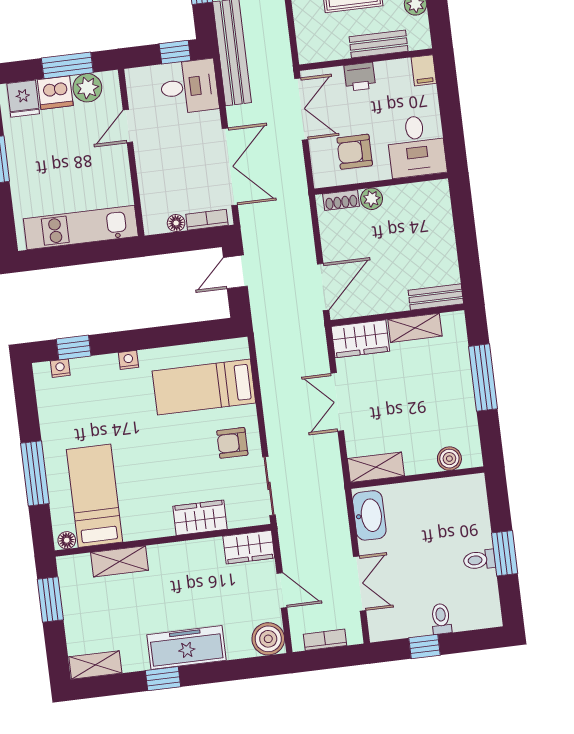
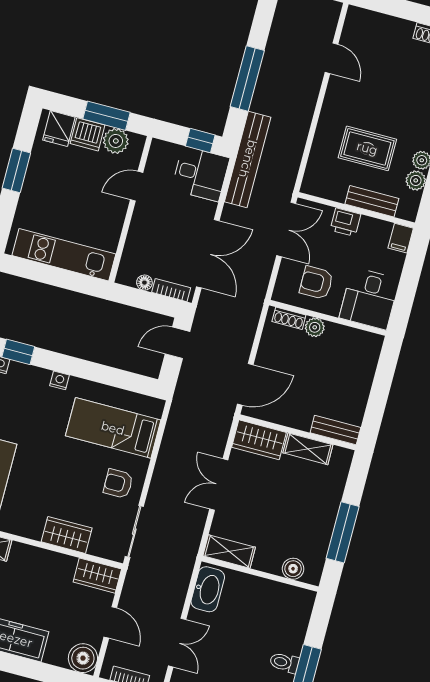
window: (483, 378) -> (343, 532), moved

